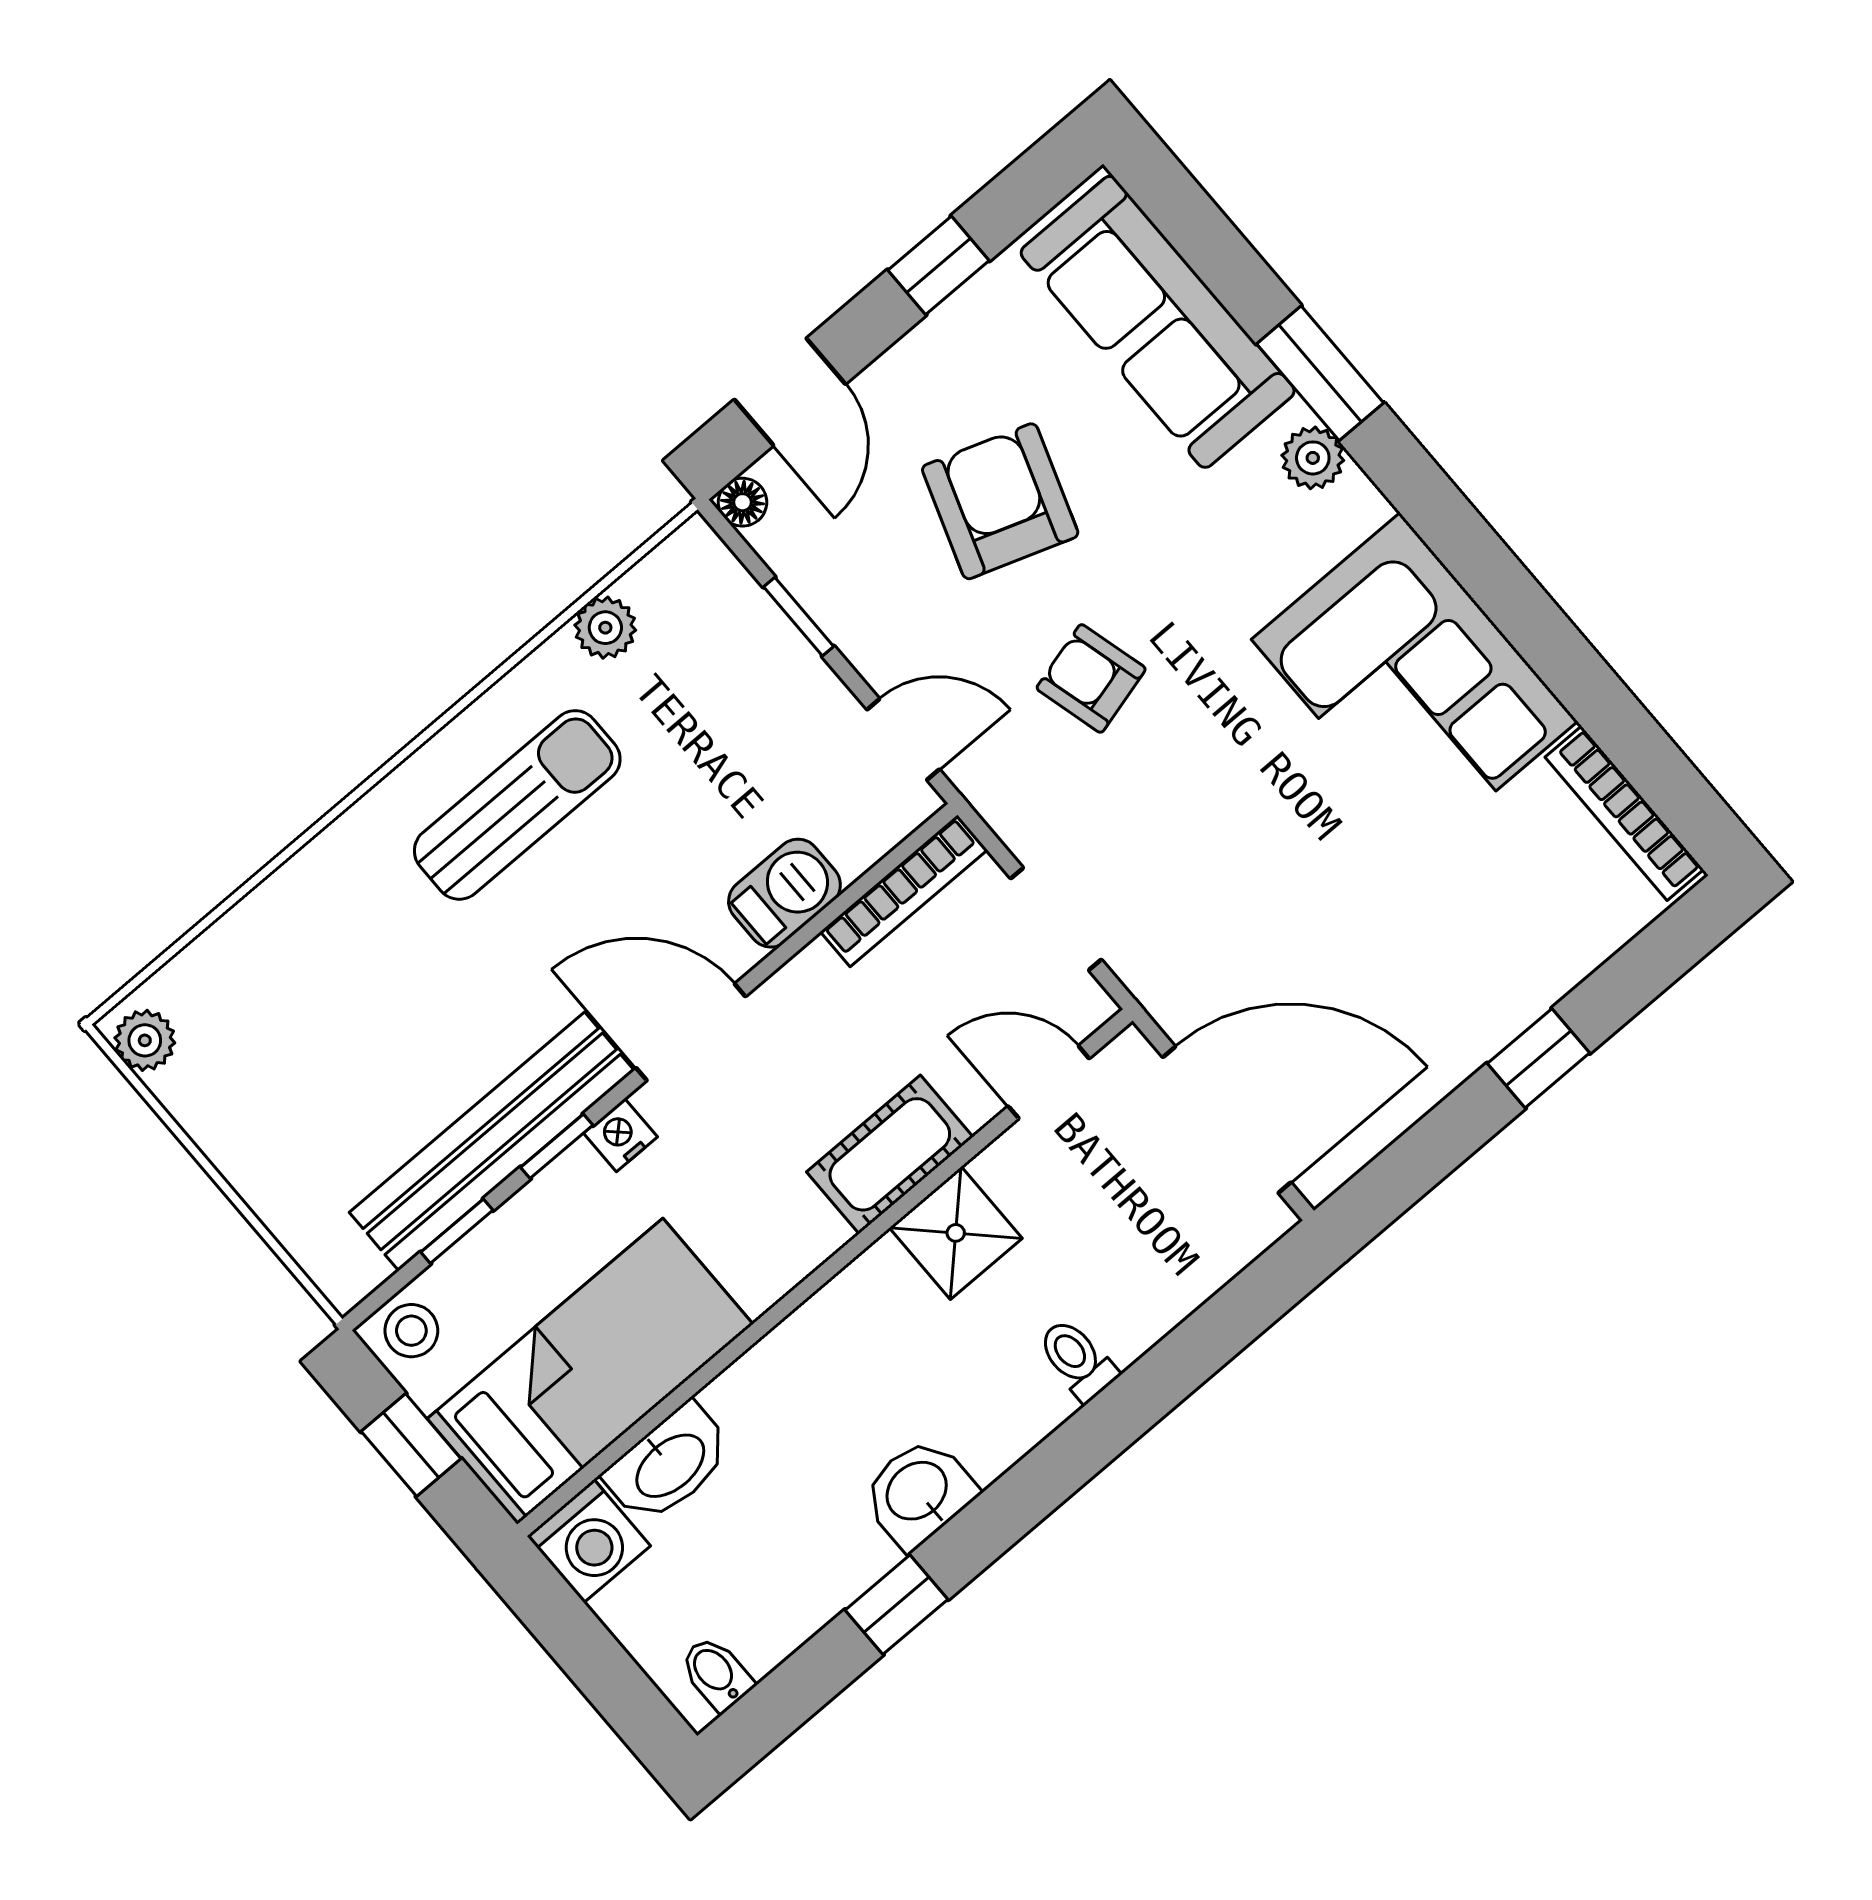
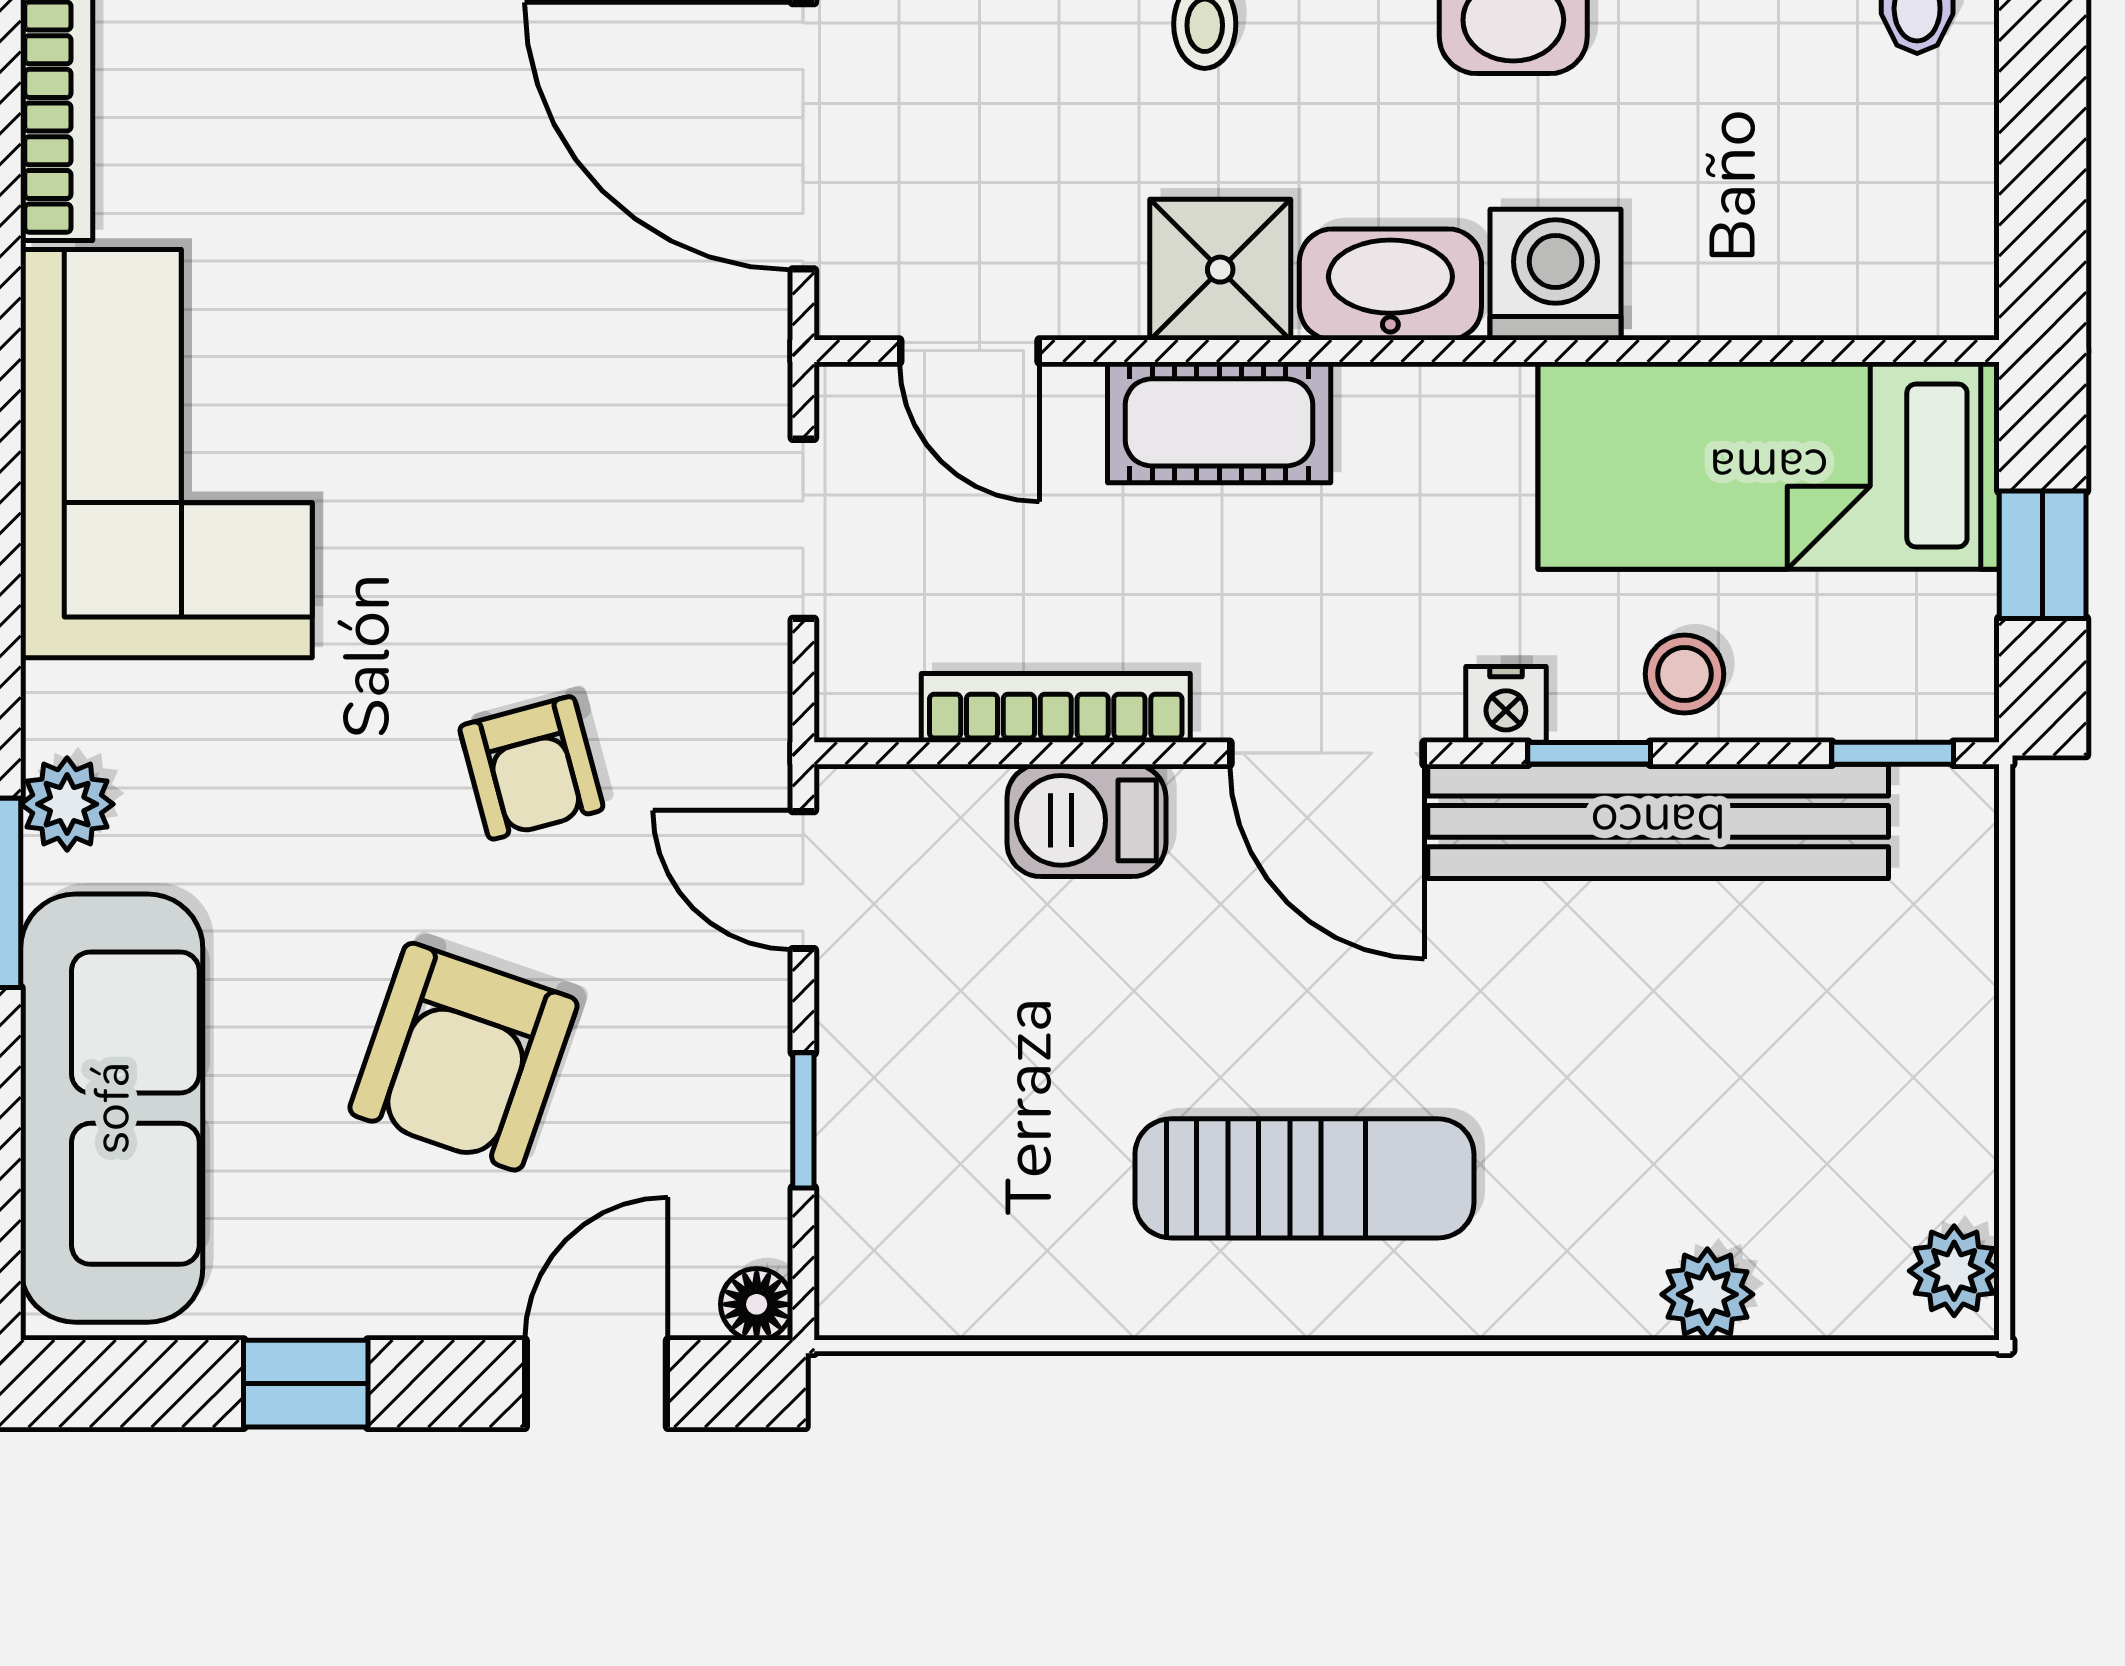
plant: (605, 628) -> (1707, 1294), moved
sun lounger: (517, 805) -> (1304, 1178), turned 180
bookcase: (904, 891) -> (1056, 708), moved
window: (457, 1231) -> (1893, 753), moved
stool: (411, 1331) -> (1684, 674), moved
washbasin: (669, 1464) -> (1390, 284), moved
washing machine: (589, 1541) -> (1556, 275), moved

